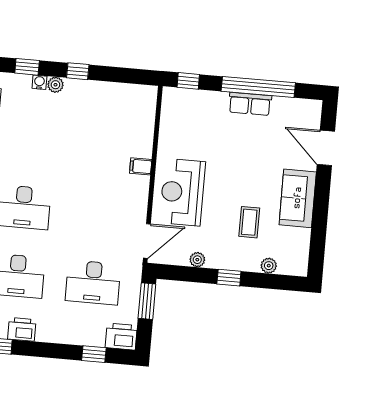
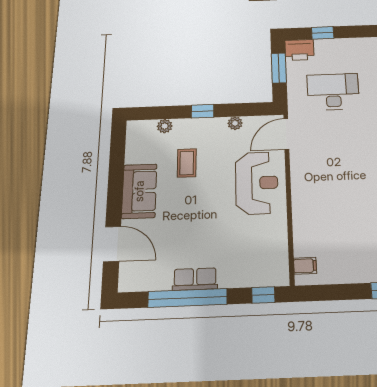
filing cabinet: (141, 166) -> (305, 266), moved
window: (147, 301) -> (279, 68), moved

